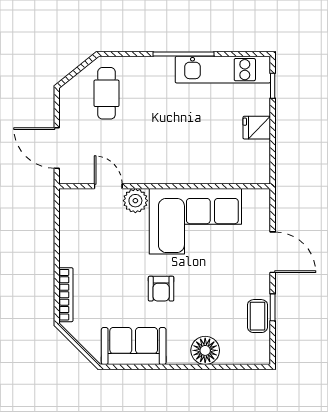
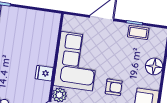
fridge: (257, 128) -> (44, 73), moved, turned 90

